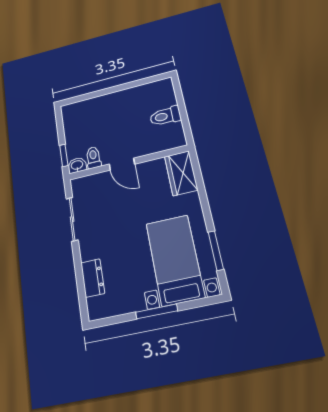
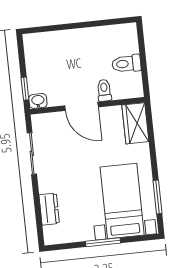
toilet: (93, 158) -> (104, 90), moved
door: (122, 164) -> (82, 106), width x1.38

